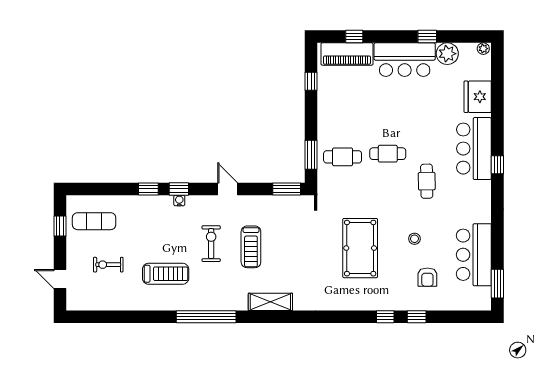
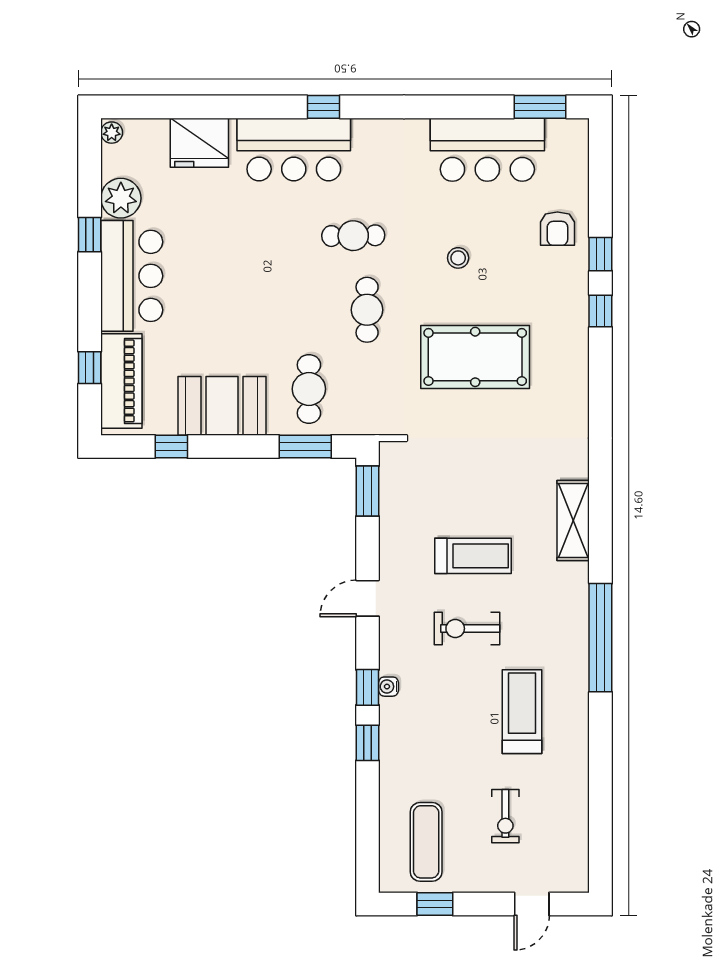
booth: (333, 109) -> (222, 406), added
cafe table: (388, 154) -> (367, 310), moved
armchair: (427, 277) -> (557, 229), moved, turned 90

